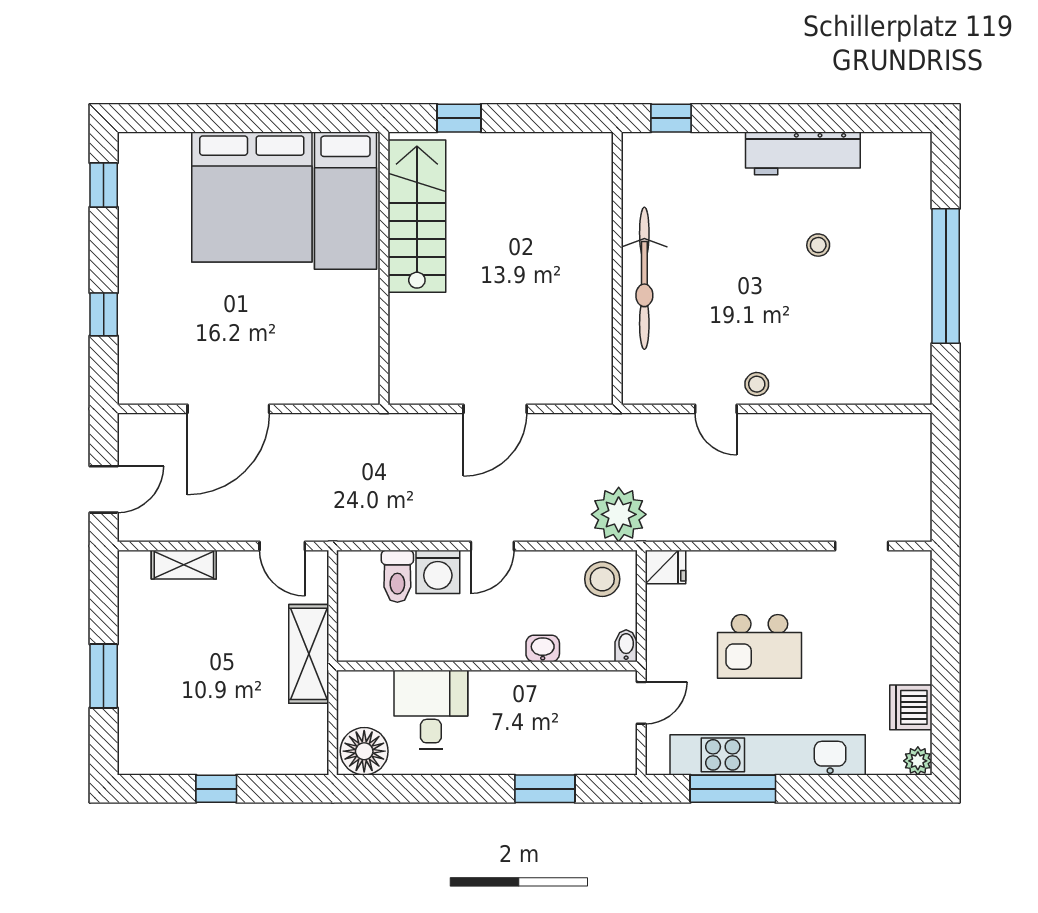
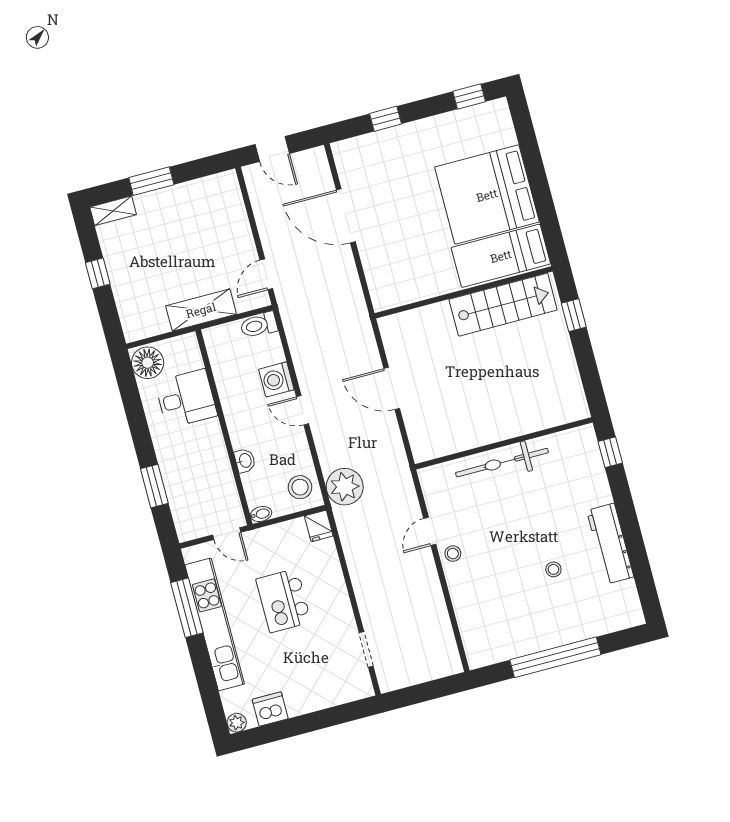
shelving: (184, 565) -> (113, 211), moved, turned 90
toilet: (397, 576) -> (259, 325), moved

